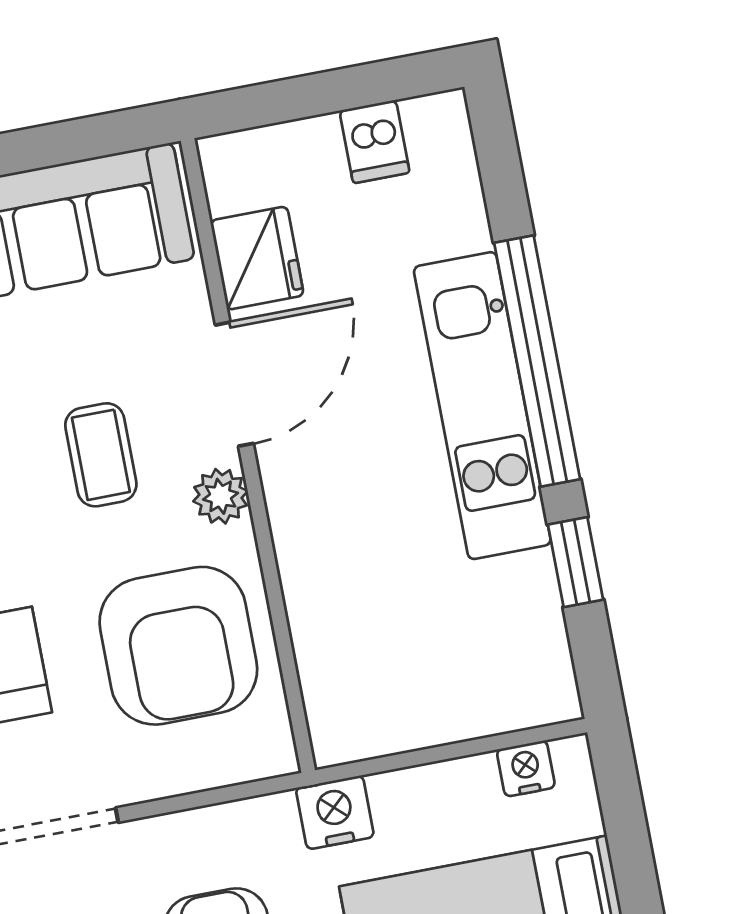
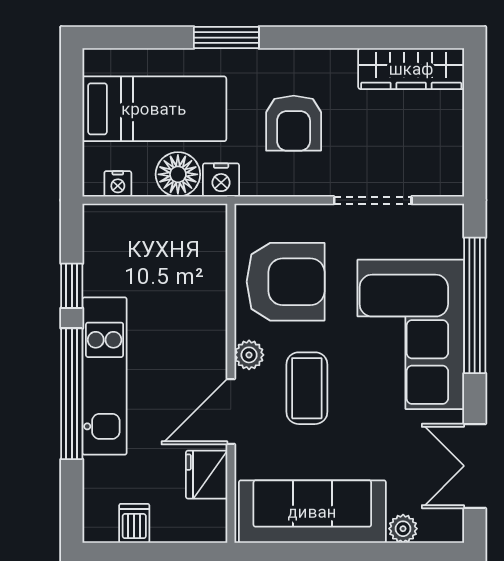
coffee table: (101, 455) -> (307, 388), width x1.36, depth x1.30
armchair: (178, 646) -> (286, 282), turned 90
floor lamp: (417, 808) -> (178, 174), added

